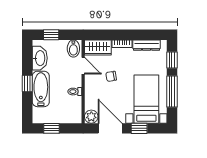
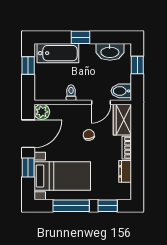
dresser: (147, 45) -> (125, 171), width x0.70
bathtub: (41, 89) -> (58, 53), moved

